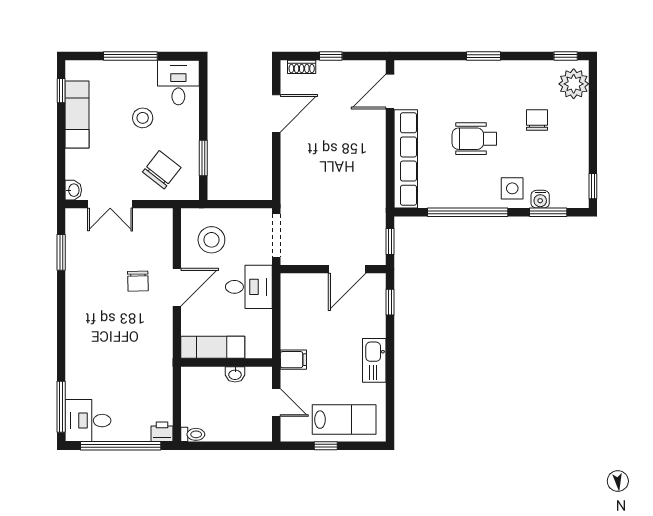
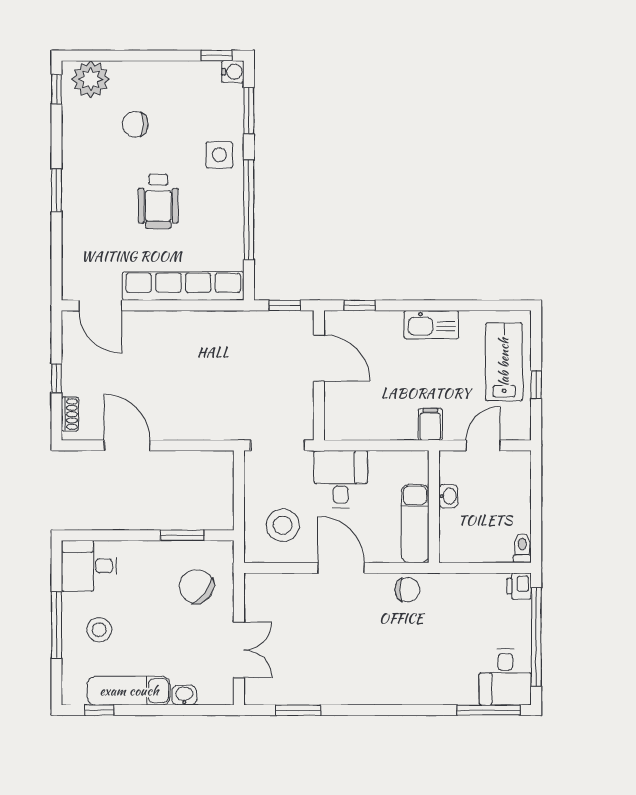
stool: (143, 118) -> (99, 630), moved
washbasin: (73, 190) -> (184, 695), moved
water cooler: (540, 199) -> (233, 72), moved
chair: (138, 281) -> (407, 590), moved

